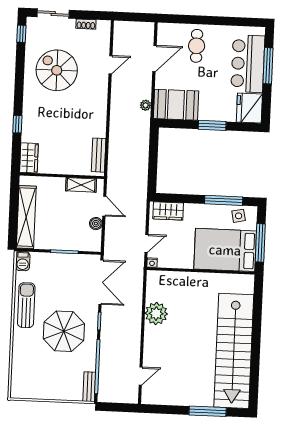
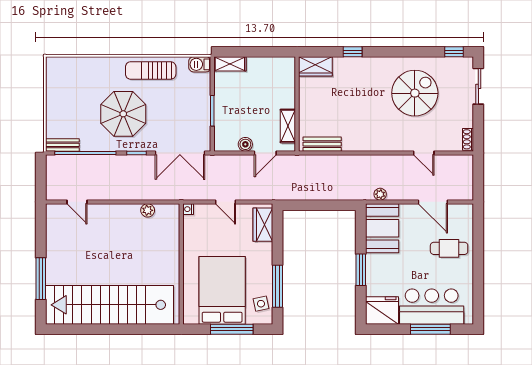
shoe rack: (86, 24) -> (468, 139), moved
shelving: (26, 217) -> (230, 64), width x0.45, depth x0.75
nightstand: (152, 263) -> (188, 209), moved
wall: (201, 271) -> (181, 264), moved
sun lounger: (26, 305) -> (151, 70), turned 180
plant: (156, 314) -> (148, 210), width x0.53, depth x0.53

